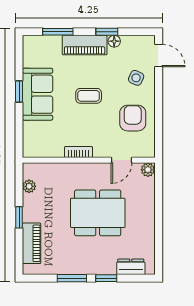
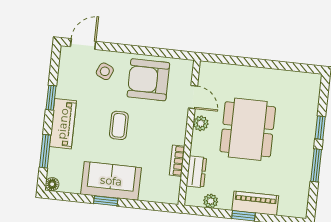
floor lamp: (114, 41) -> (52, 184), moved
armchair: (133, 118) -> (148, 80), width x1.36, depth x1.36
bookcase: (78, 152) -> (177, 161), moved
plant: (148, 170) -> (201, 123), moved
piano: (32, 243) -> (255, 203), moved
dresser: (131, 267) -> (196, 172), moved, turned 180

